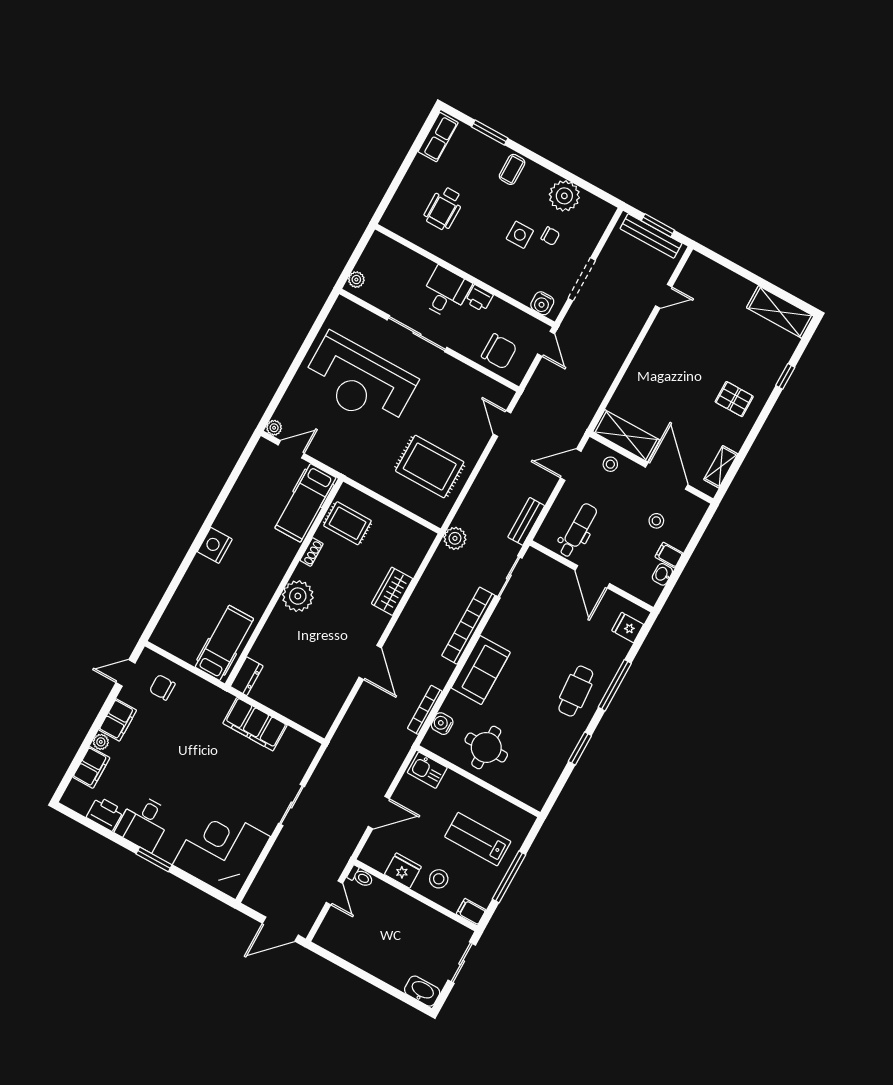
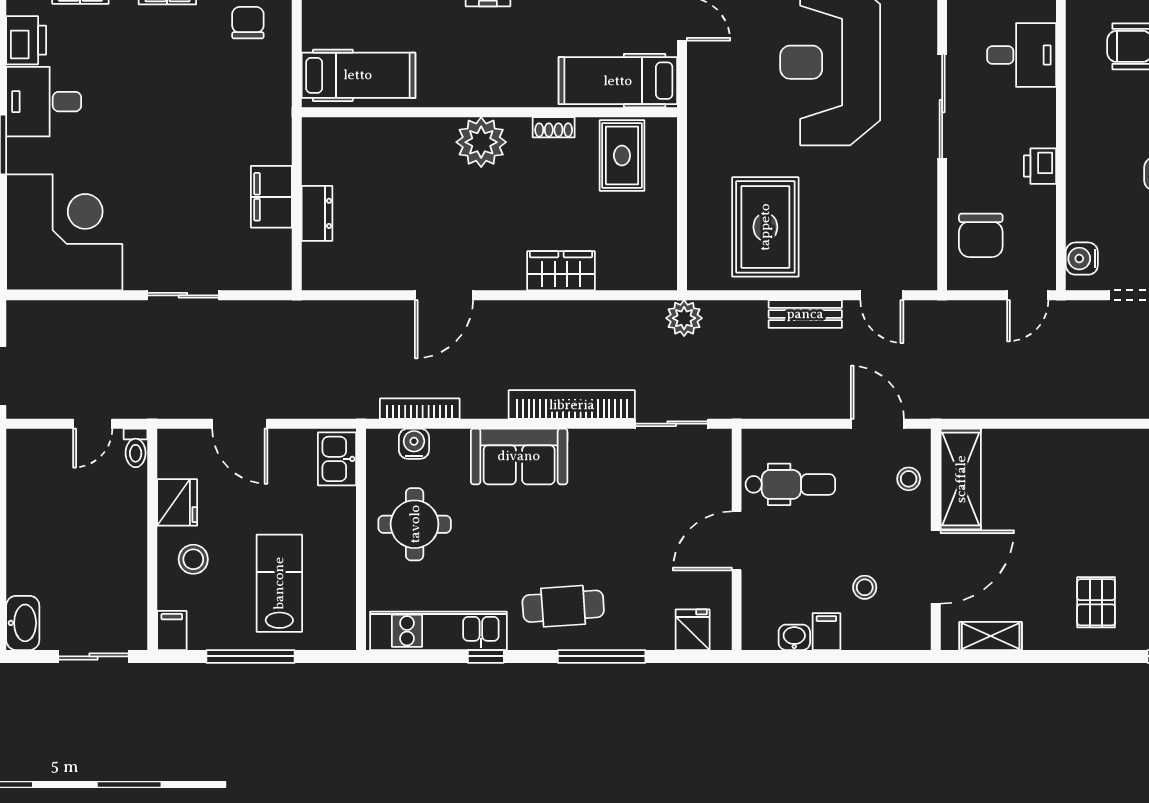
desk: (445, 293) -> (1022, 55), moved
door: (502, 424) -> (882, 295), swing flipped
bench: (526, 521) -> (805, 314), moved
dresser: (247, 676) -> (317, 213), moved, turned -90
filing cabinet: (255, 724) -> (271, 197), width x0.67, depth x0.86
window: (580, 748) -> (486, 656), width x0.67
kitchen unit: (552, 767) -> (438, 631), added

